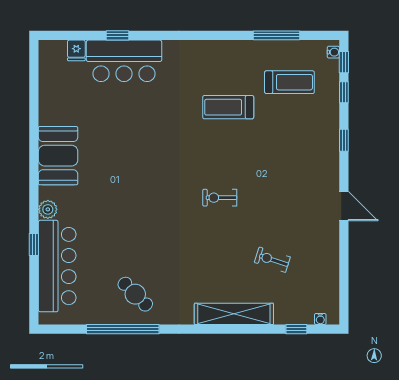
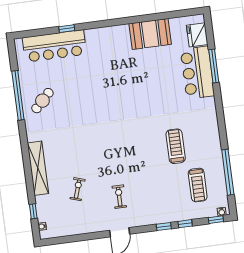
window: (118, 35) -> (214, 66), width x2.17
window: (276, 35) -> (228, 172), width x1.46
fridge: (76, 50) -> (197, 35), width x1.88, depth x1.34
window: (344, 92) -> (185, 224), moved
booth: (58, 156) -> (150, 34), moved
exercise bike: (220, 198) -> (119, 197), moved
plant: (48, 209) -> (91, 35), removed

